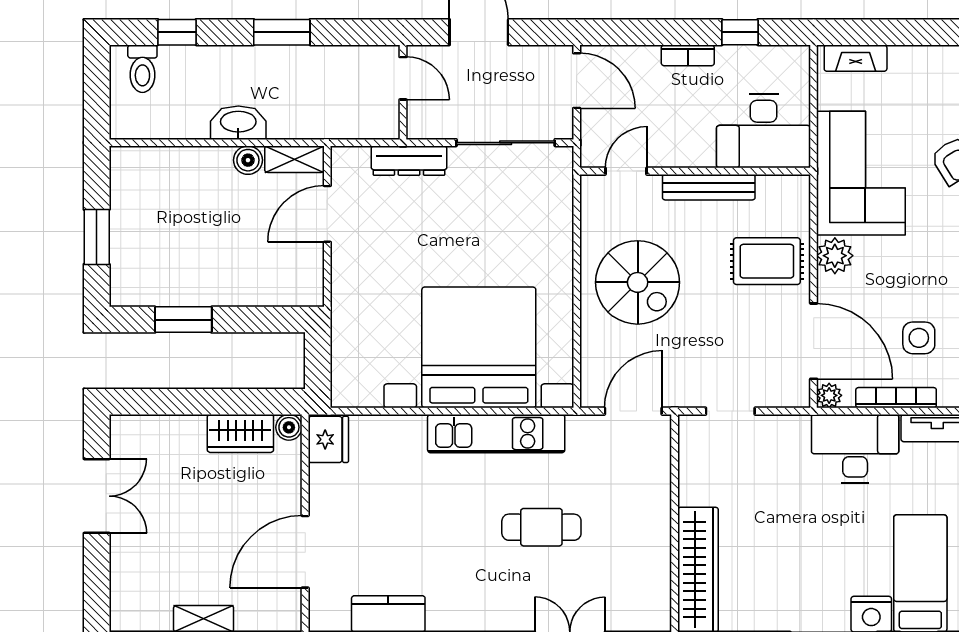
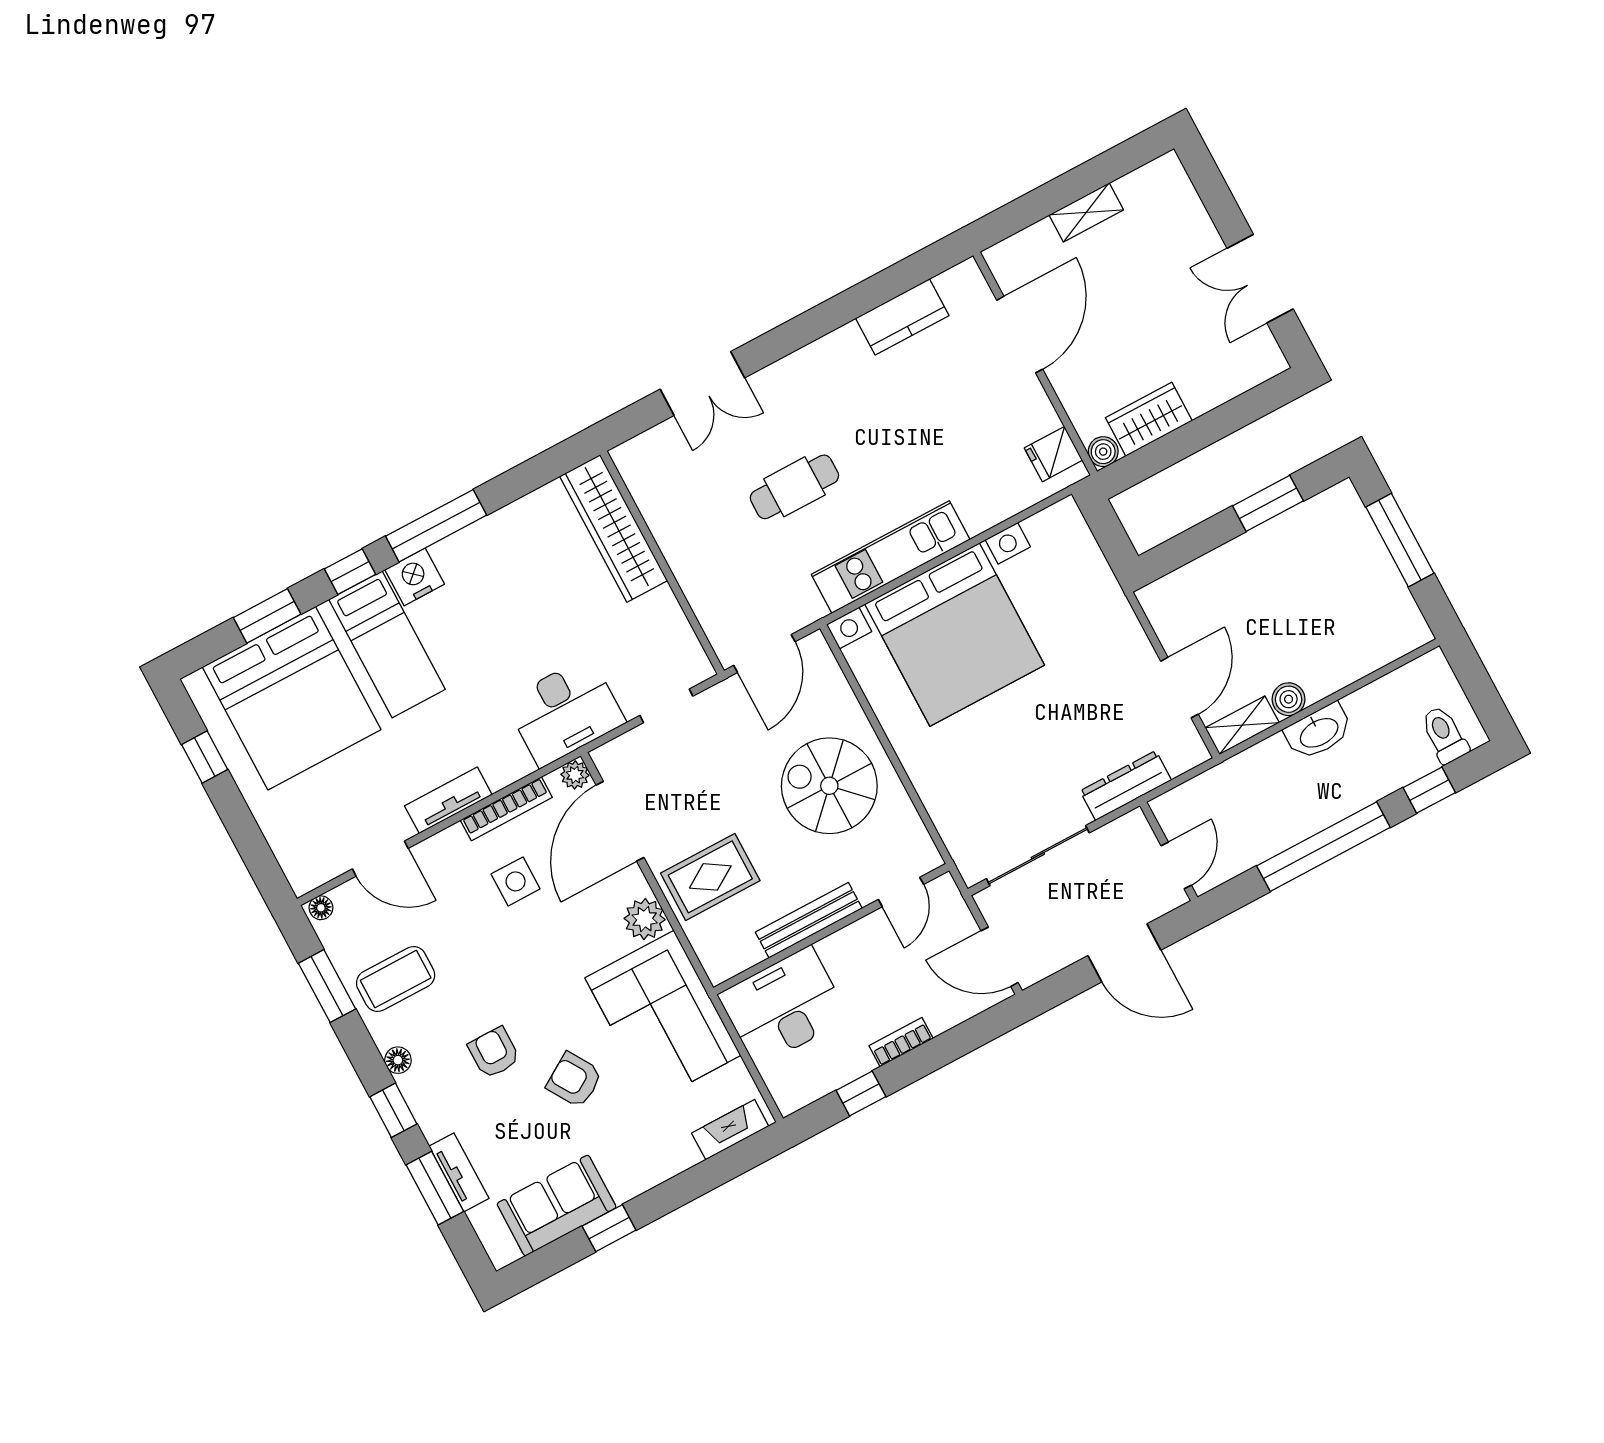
window: (282, 32) -> (1323, 847), width x2.11
door: (403, 78) -> (1176, 866), swing flipped
window: (97, 237) -> (1400, 540), width x1.44
door: (814, 341) -> (620, 821), hinge flipped
fridge: (328, 439) -> (1053, 454), width x0.72
desk: (855, 448) -> (565, 712), moved

